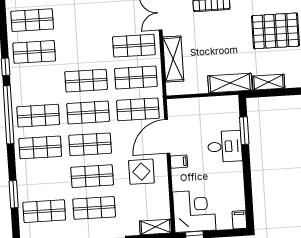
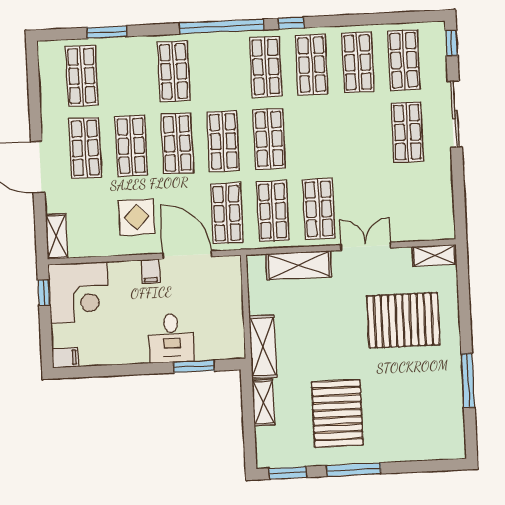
shop shelf: (38, 116) -> (266, 67), moved

